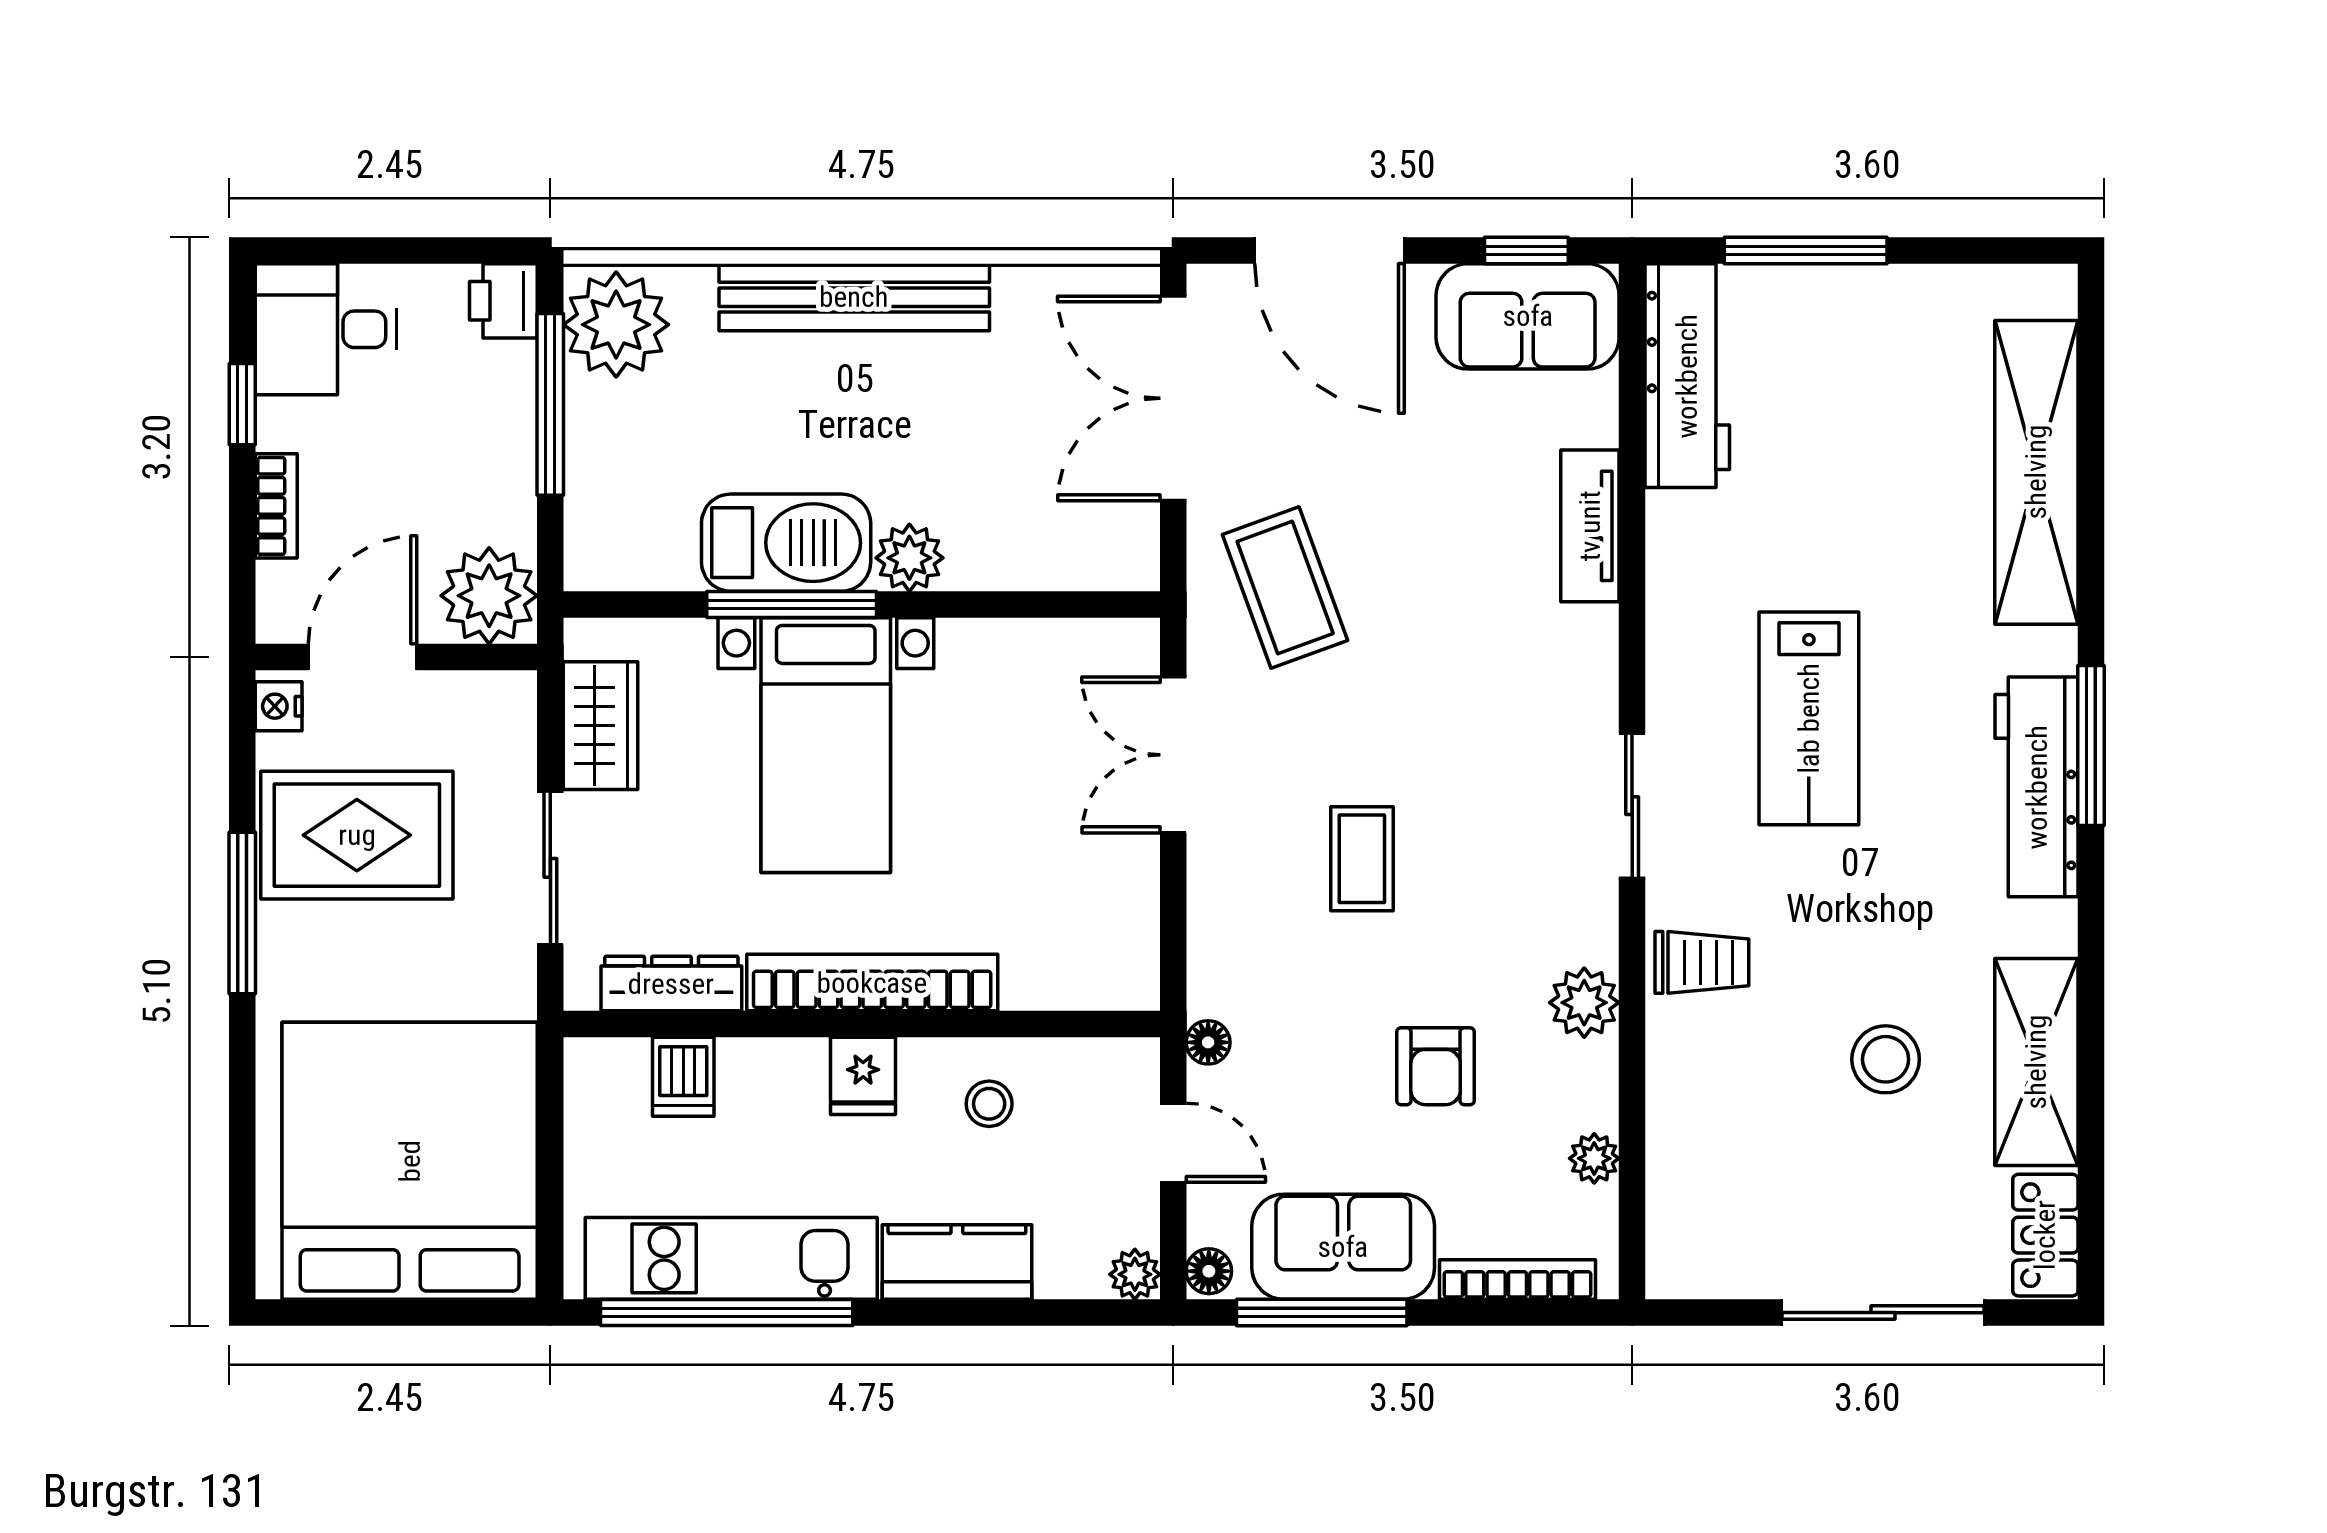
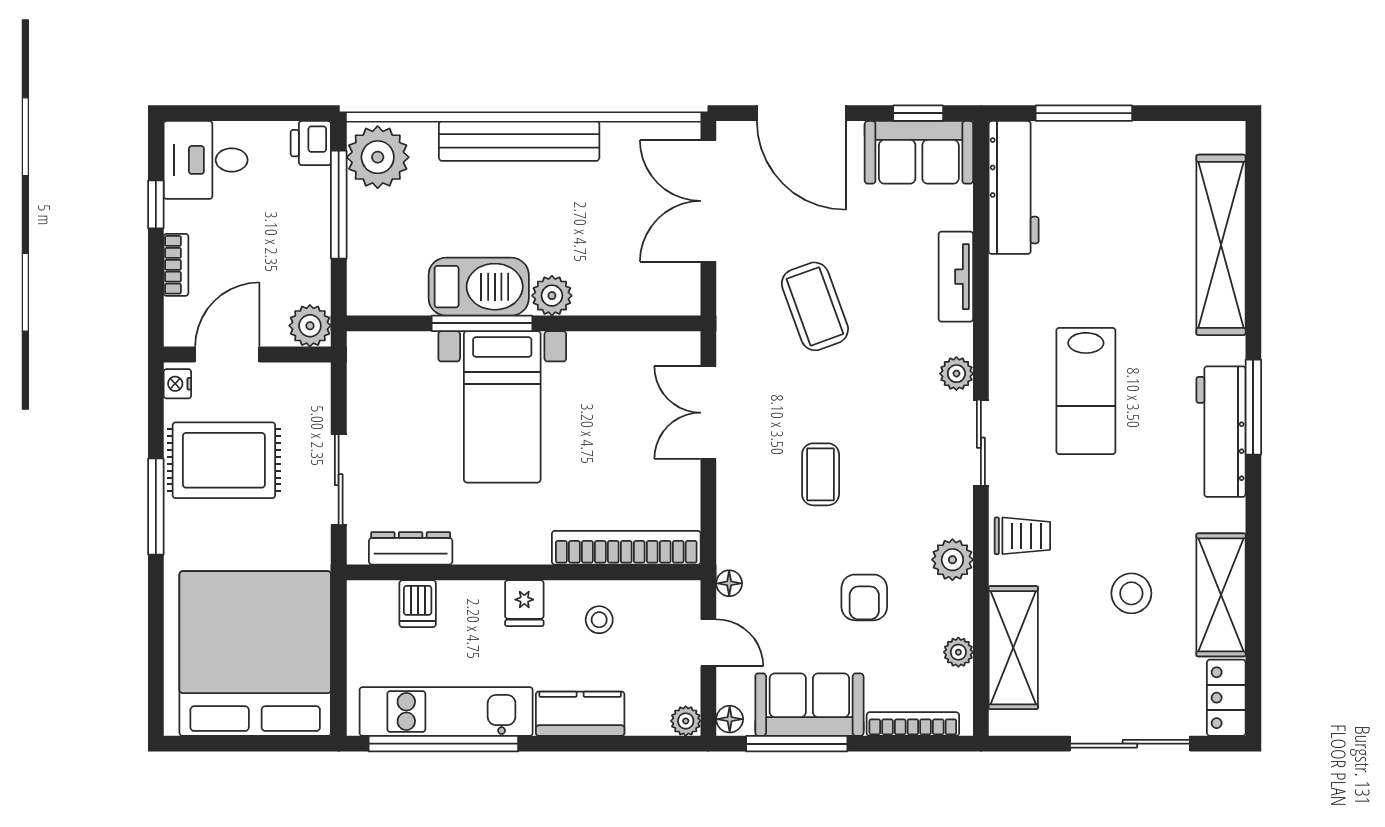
coffee table: (1285, 587) -> (815, 306), moved
plant: (489, 596) -> (310, 326), width x0.73, depth x0.73
plant: (1591, 689) -> (956, 374), added
wardrobe: (601, 726) -> (369, 395), removed
bookcase: (872, 983) -> (626, 548), moved
shelving: (1687, 1151) -> (1013, 648), added

